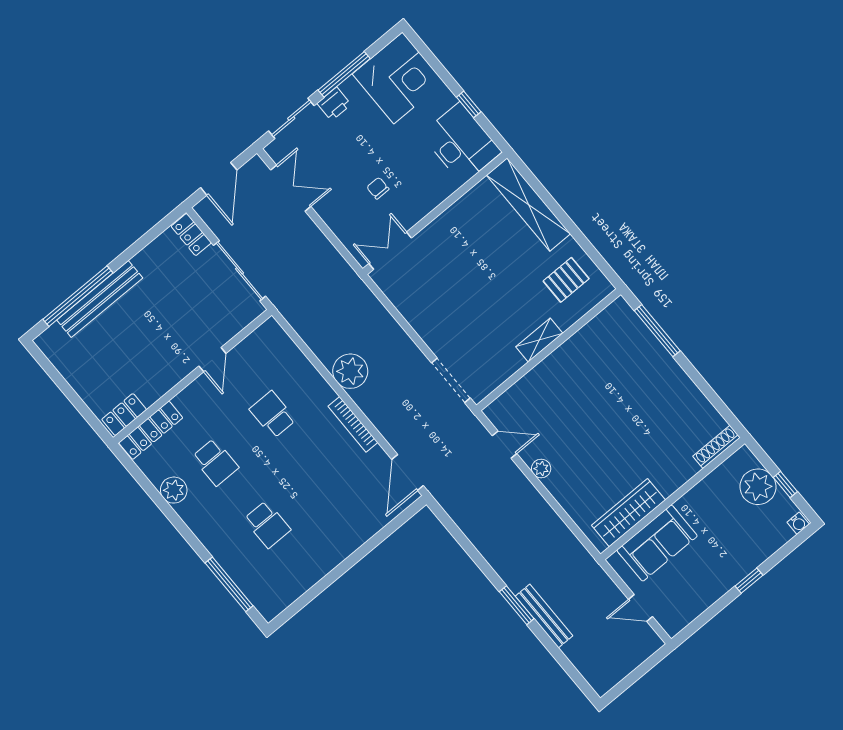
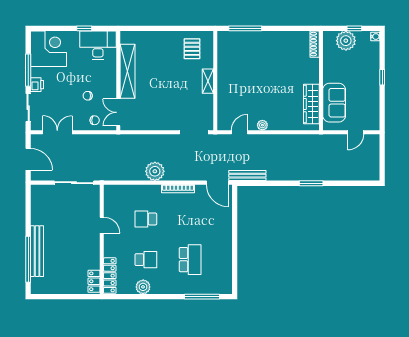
shelving: (528, 205) -> (128, 71), moved, turned 90
chair: (351, 227) -> (95, 120), added
locker: (191, 234) -> (42, 190), removed
school desk: (267, 524) -> (190, 260), width x1.85
bench: (544, 616) -> (247, 176), moved

